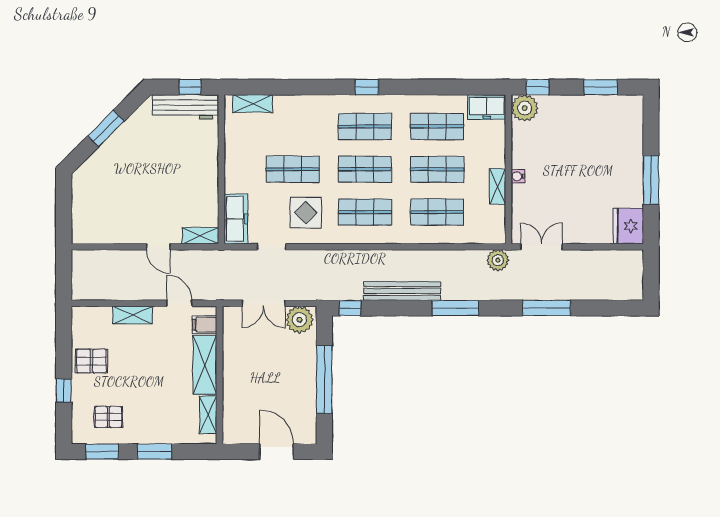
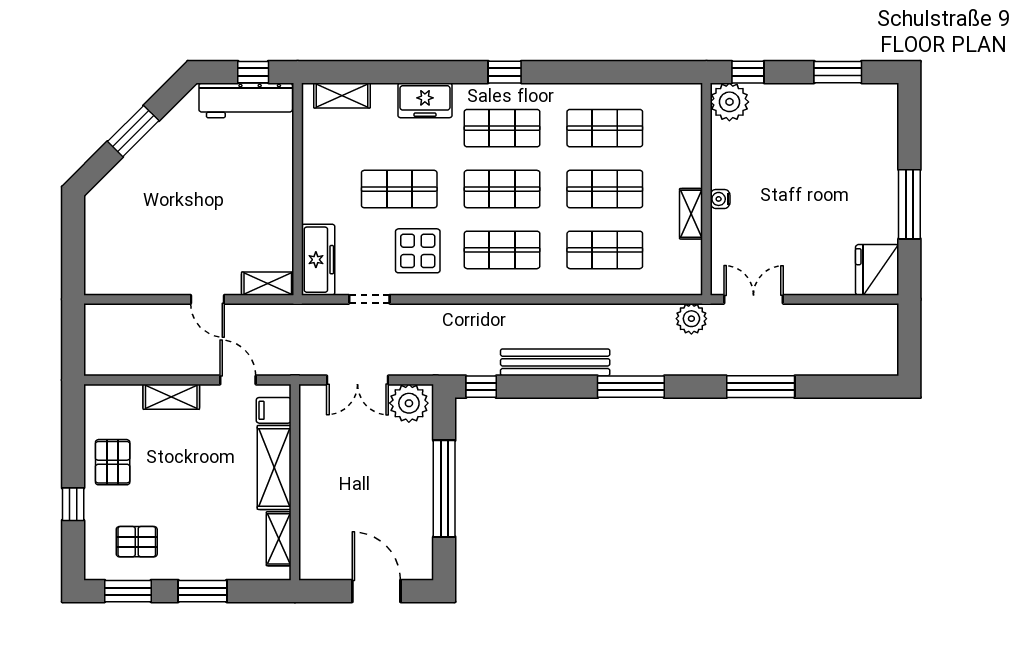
freezer: (487, 107) -> (425, 100), moved
pallet: (91, 361) -> (113, 462), turned 90

